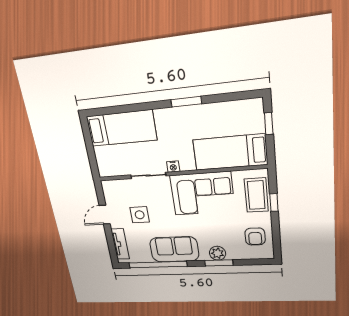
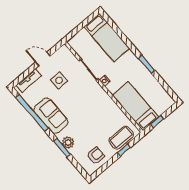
window: (269, 124) -> (157, 122), moved
corner sofa: (202, 194) -> (100, 108), removed
armchair: (255, 237) -> (96, 156), turned 180

